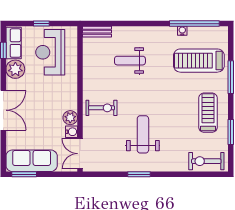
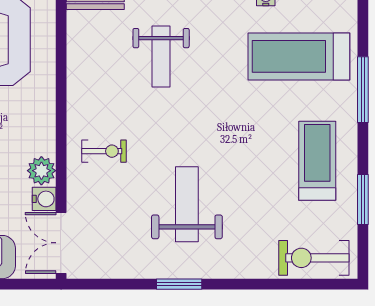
weight bench: (130, 61) -> (161, 56), turned -90
exercise bike: (101, 108) -> (104, 151), width x0.73, depth x0.72

